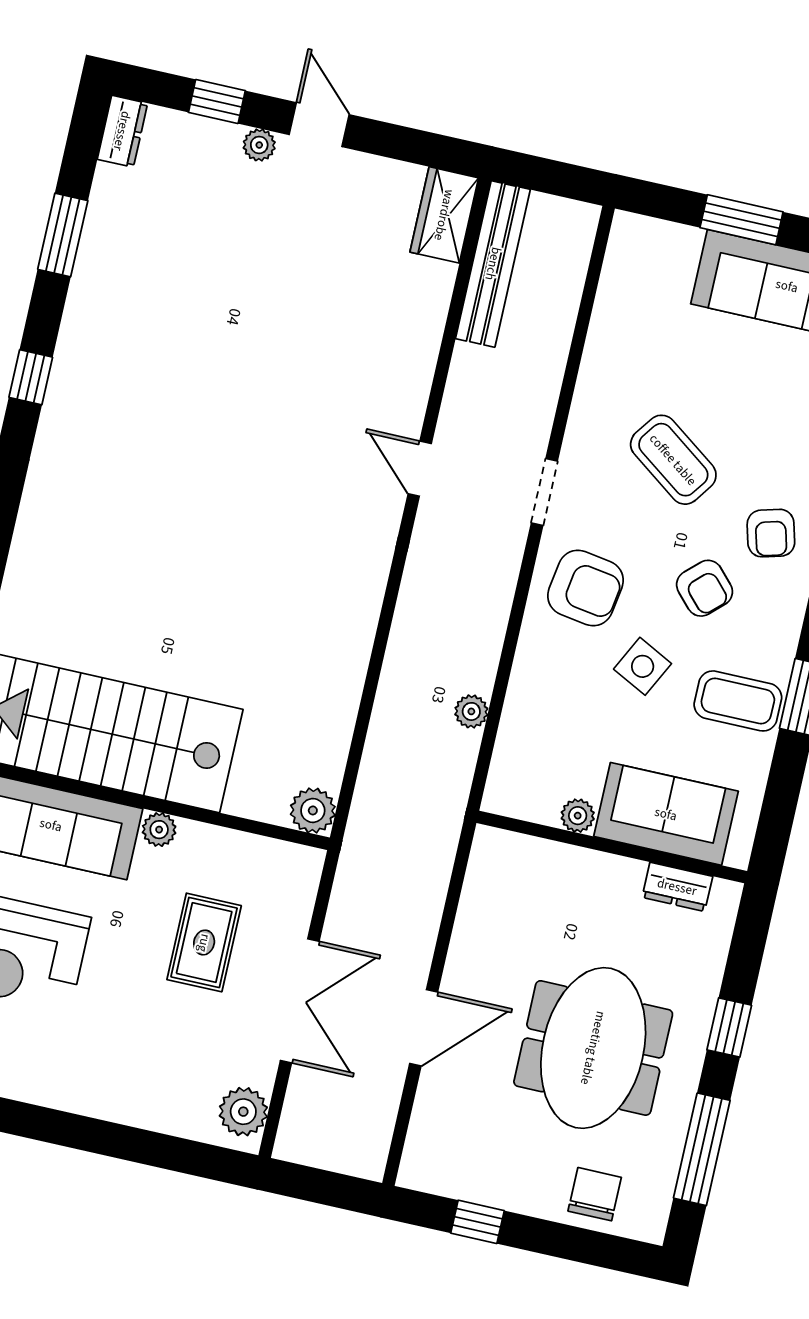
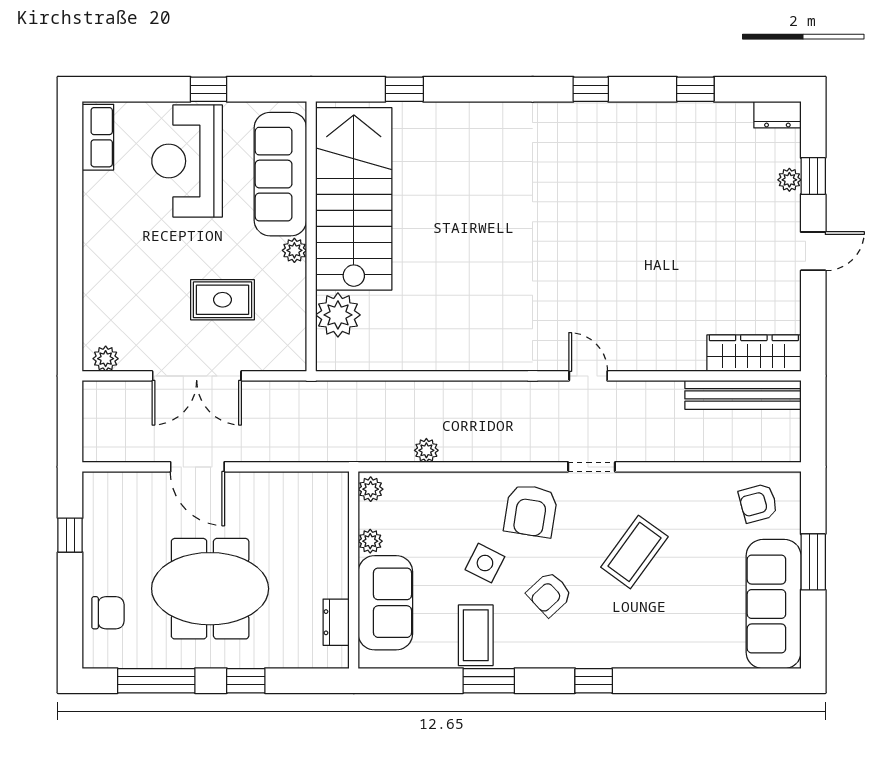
plant: (259, 145) -> (789, 180), moved
wardrobe: (444, 215) -> (754, 353), width x1.50
window: (63, 235) -> (695, 89), width x0.67
door: (420, 469) -> (588, 376), hinge flipped
armchair: (771, 533) -> (758, 503), moved
plant: (507, 799) -> (371, 489), added
plant: (313, 810) -> (338, 315), moved, width x1.36, depth x1.36
plant: (243, 1112) -> (106, 359), width x0.73, depth x0.73

